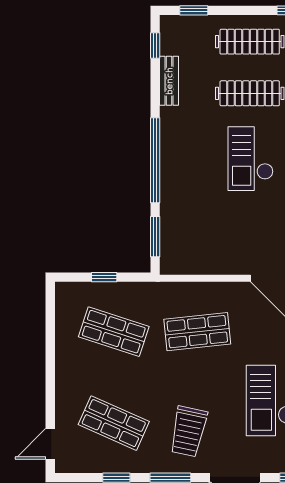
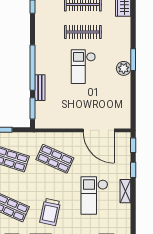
bench: (169, 81) -> (40, 88), moved
shop shelf: (197, 332) -> (55, 159), turned 30

